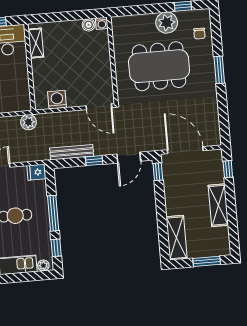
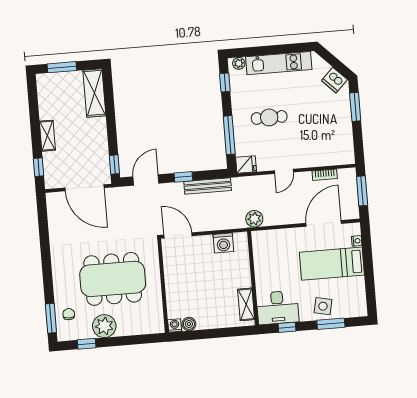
window: (219, 70) -> (51, 318), moved
shelving: (218, 205) -> (47, 136), width x0.67, depth x0.75
window: (53, 213) -> (229, 135), moved

